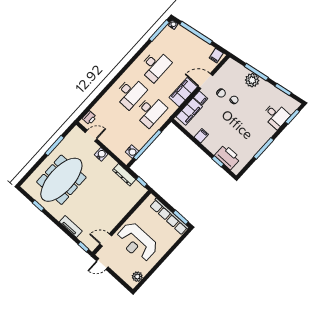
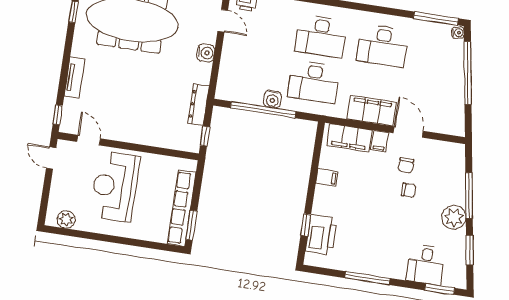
filing cabinet: (216, 56) -> (455, 123), removed
plant: (252, 80) -> (454, 217), moved
water cooler: (132, 152) -> (272, 99), moved

